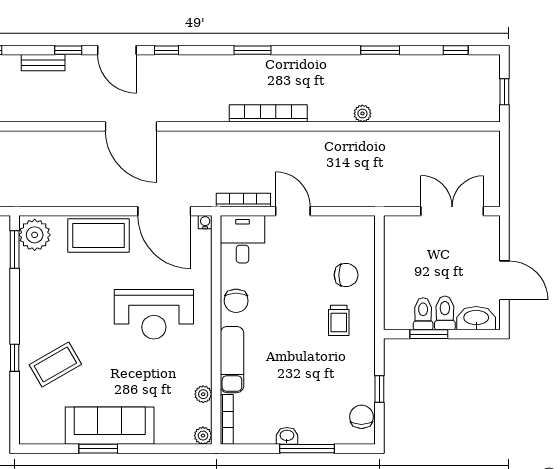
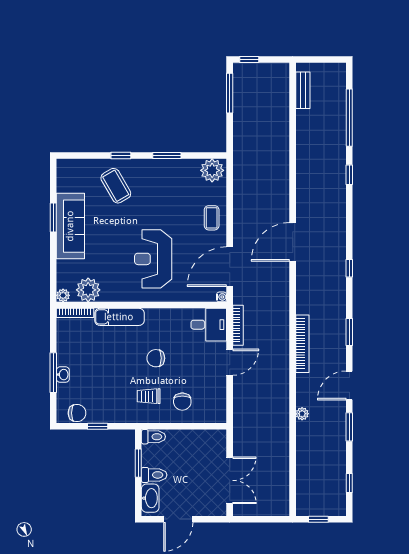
window: (68, 50) -> (349, 175), moved
door: (117, 50) -> (349, 385), moved
bench: (43, 63) -> (340, 177), removed
coffee table: (99, 235) -> (212, 218), width x0.54, depth x0.58
window: (15, 249) -> (167, 156), moved
chair: (236, 301) -> (156, 358), moved
toilet: (423, 314) -> (153, 437), moved
plant: (203, 394) -> (88, 290), width x1.88, depth x1.88
washbasin: (287, 436) -> (63, 375), moved

